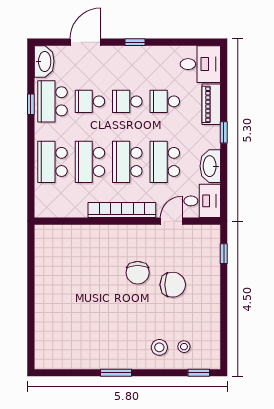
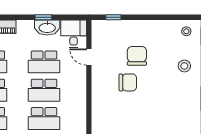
window: (224, 132) -> (43, 17), moved
bookcase: (122, 210) -> (80, 94), removed
stool: (184, 347) -> (186, 31), moved

